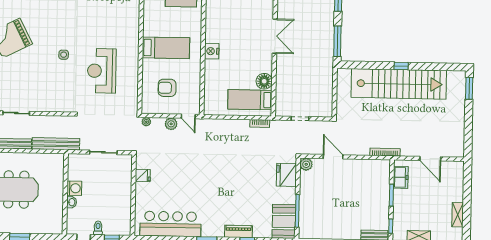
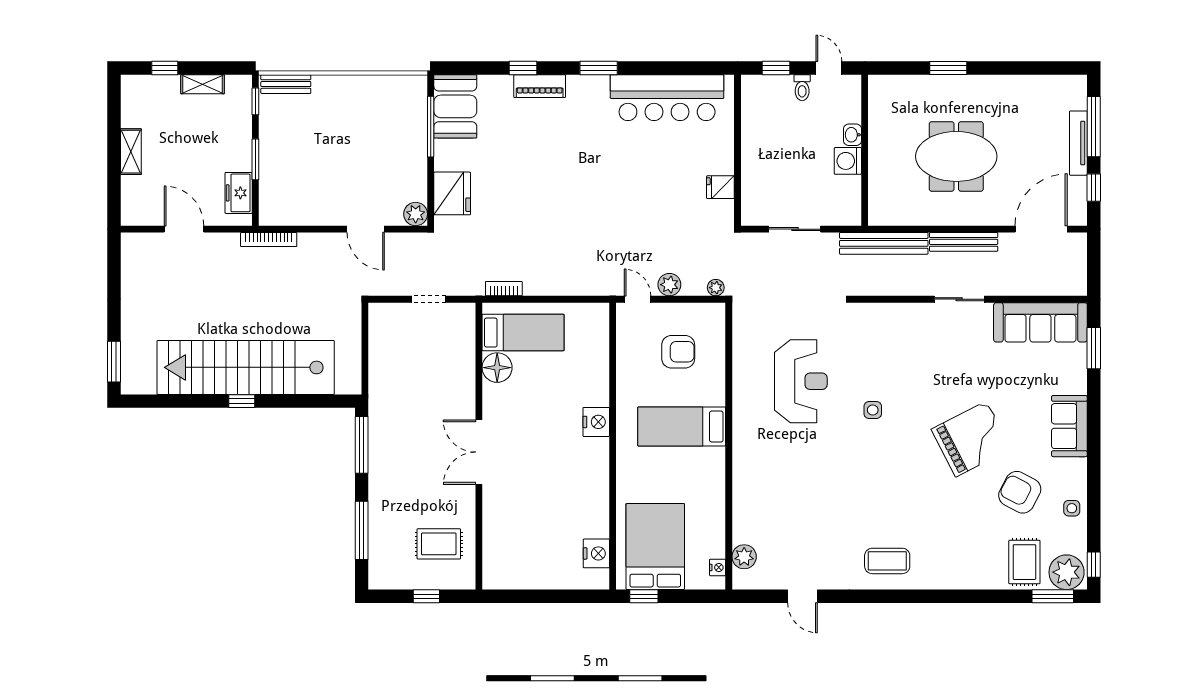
shelving: (458, 215) -> (131, 152), moved

